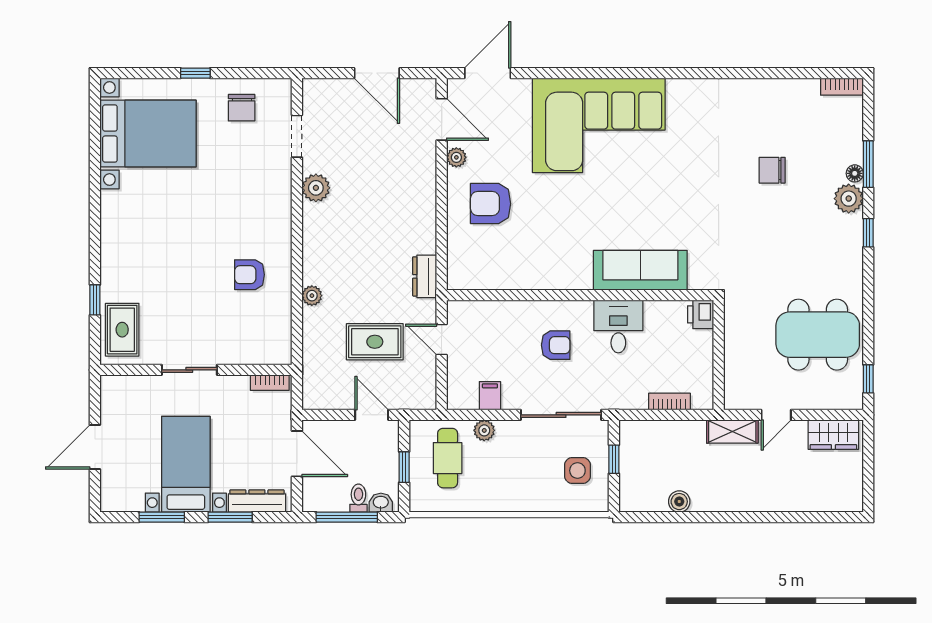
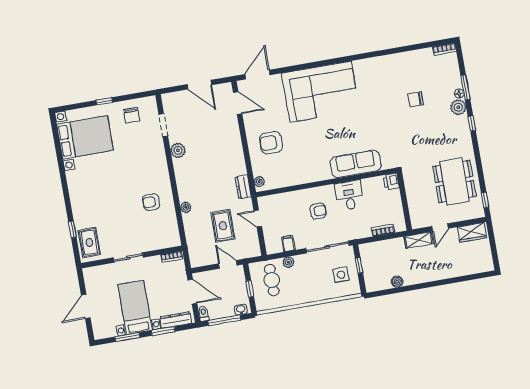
plant: (456, 157) -> (259, 182), moved
dining table: (818, 335) -> (454, 181), turned 90
rug: (375, 342) -> (223, 226), turned 90
toilet: (358, 498) -> (204, 314), moved

